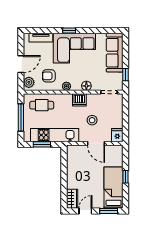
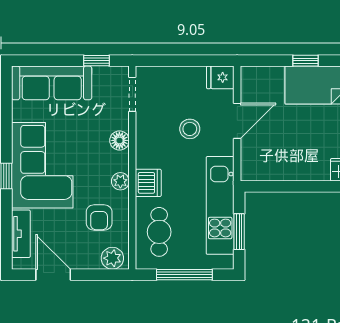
door: (21, 64) -> (53, 275), moved
dishwasher: (79, 100) -> (148, 183), moved

